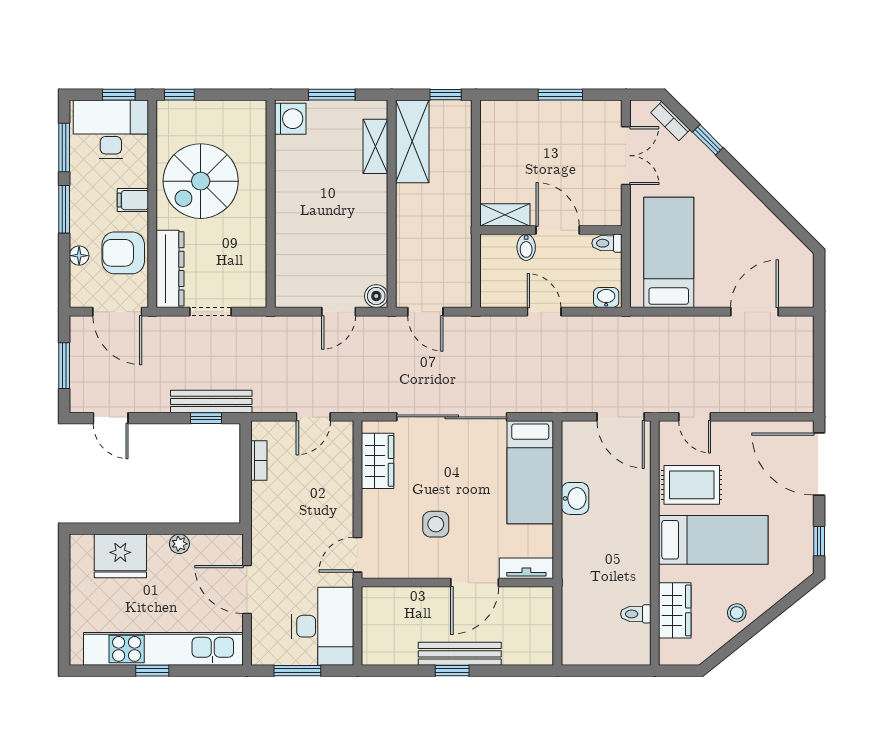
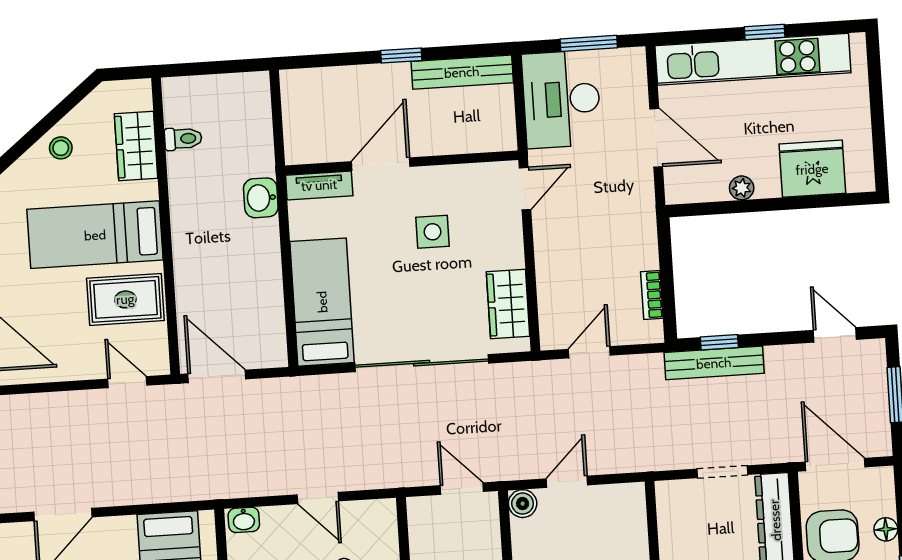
washbasin: (575, 498) -> (261, 198), moved
bench: (460, 654) -> (462, 72), moved

